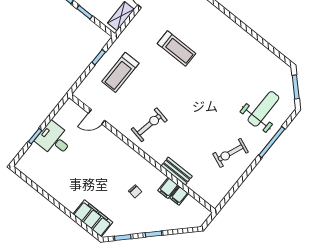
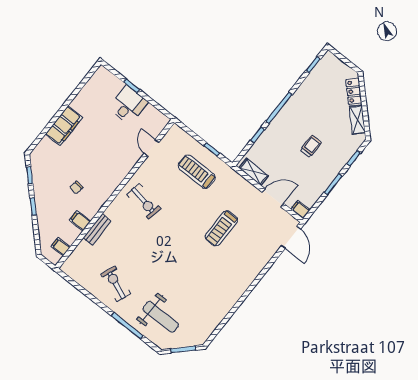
filing cabinet: (179, 196) -> (61, 247), moved
filing cabinet: (93, 218) -> (64, 126), moved

